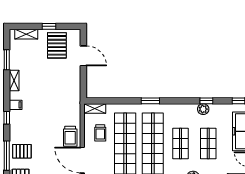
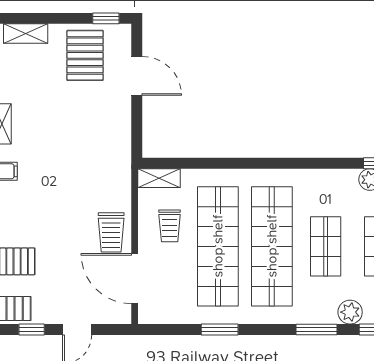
window: (49, 26) -> (106, 18), moved
window: (150, 101) -> (267, 163), removed

